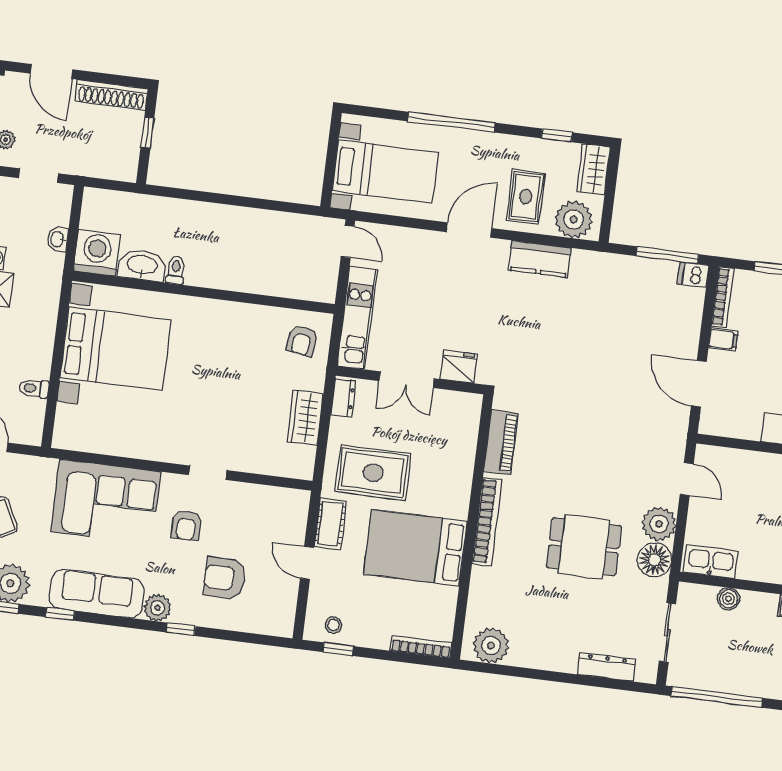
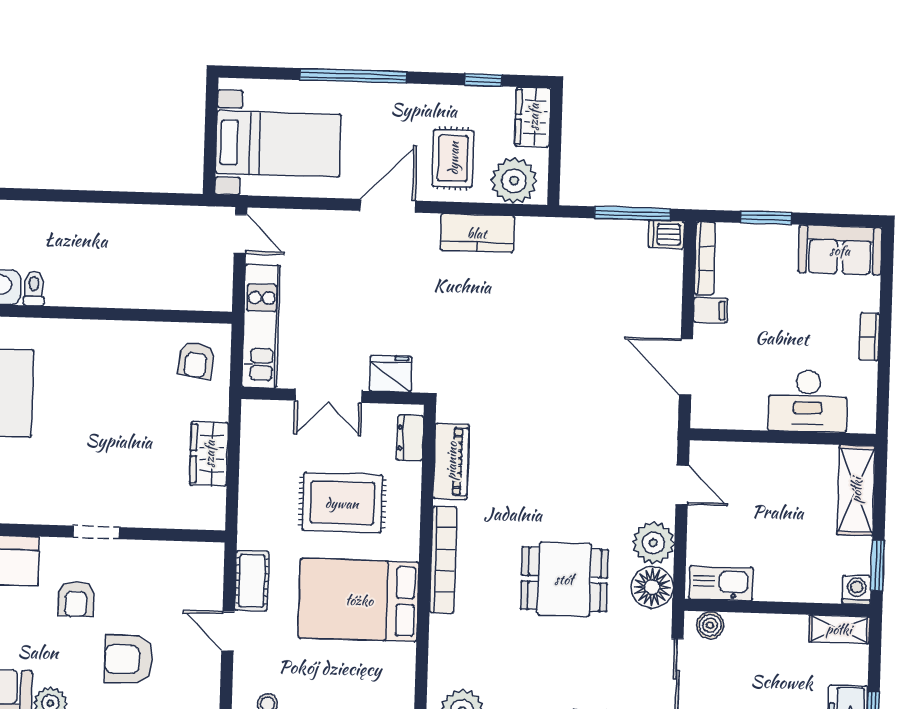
dresser: (343, 398) -> (410, 438), moved, turned 180
rug: (373, 473) -> (342, 503), moved
boiler: (728, 599) -> (710, 625), moved

